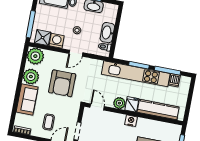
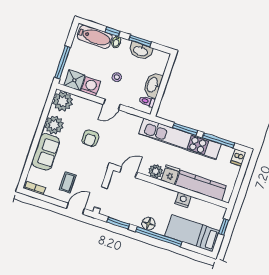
dishwasher: (174, 80) -> (238, 157), moved
armchair: (62, 83) -> (90, 138), width x0.53, depth x0.53
door: (97, 107) -> (128, 172), hinge flipped
nightstand: (131, 121) -> (183, 200), moved

